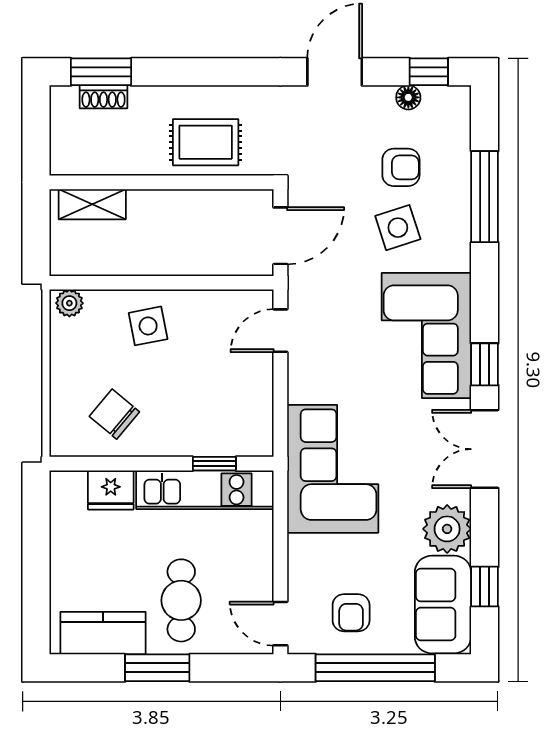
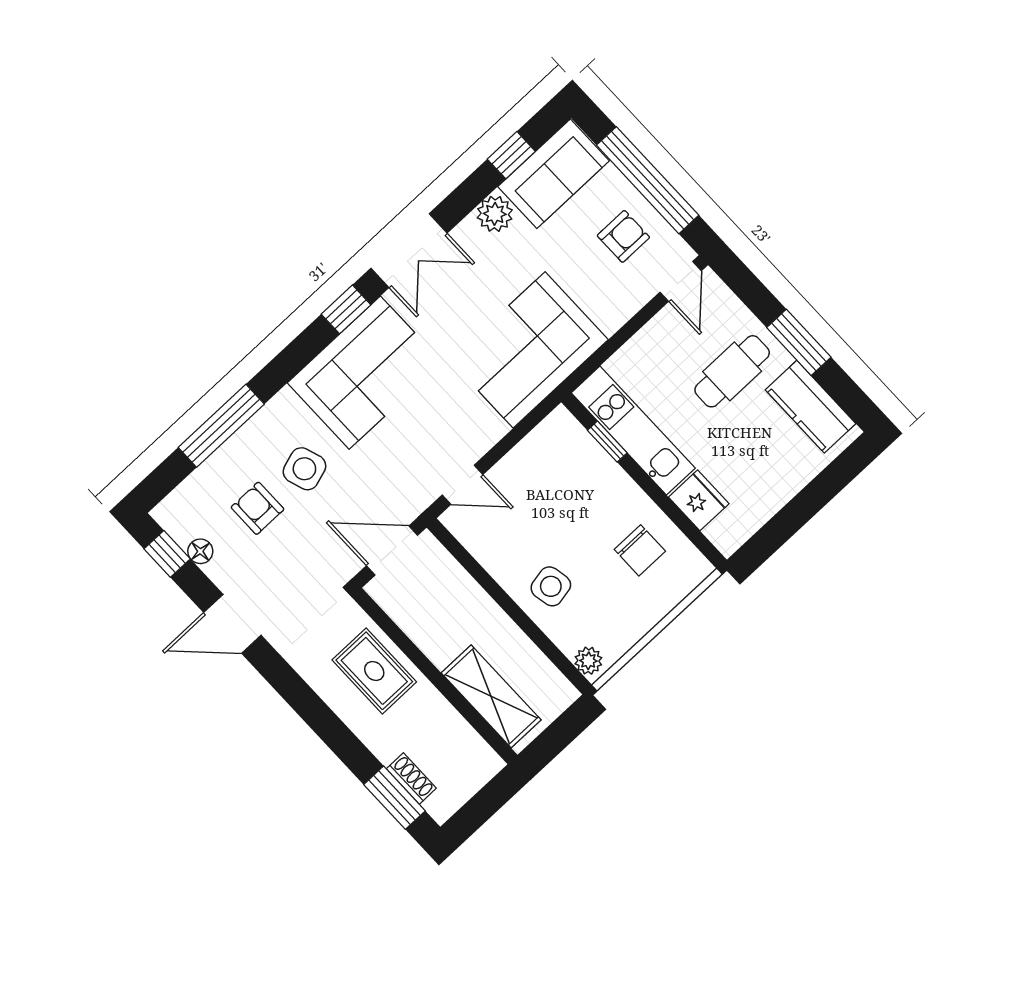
shelving: (92, 204) -> (491, 696), width x1.50, depth x1.33
chair: (114, 414) -> (640, 550), turned -40
plant: (447, 529) -> (495, 214), width x0.73, depth x0.73

